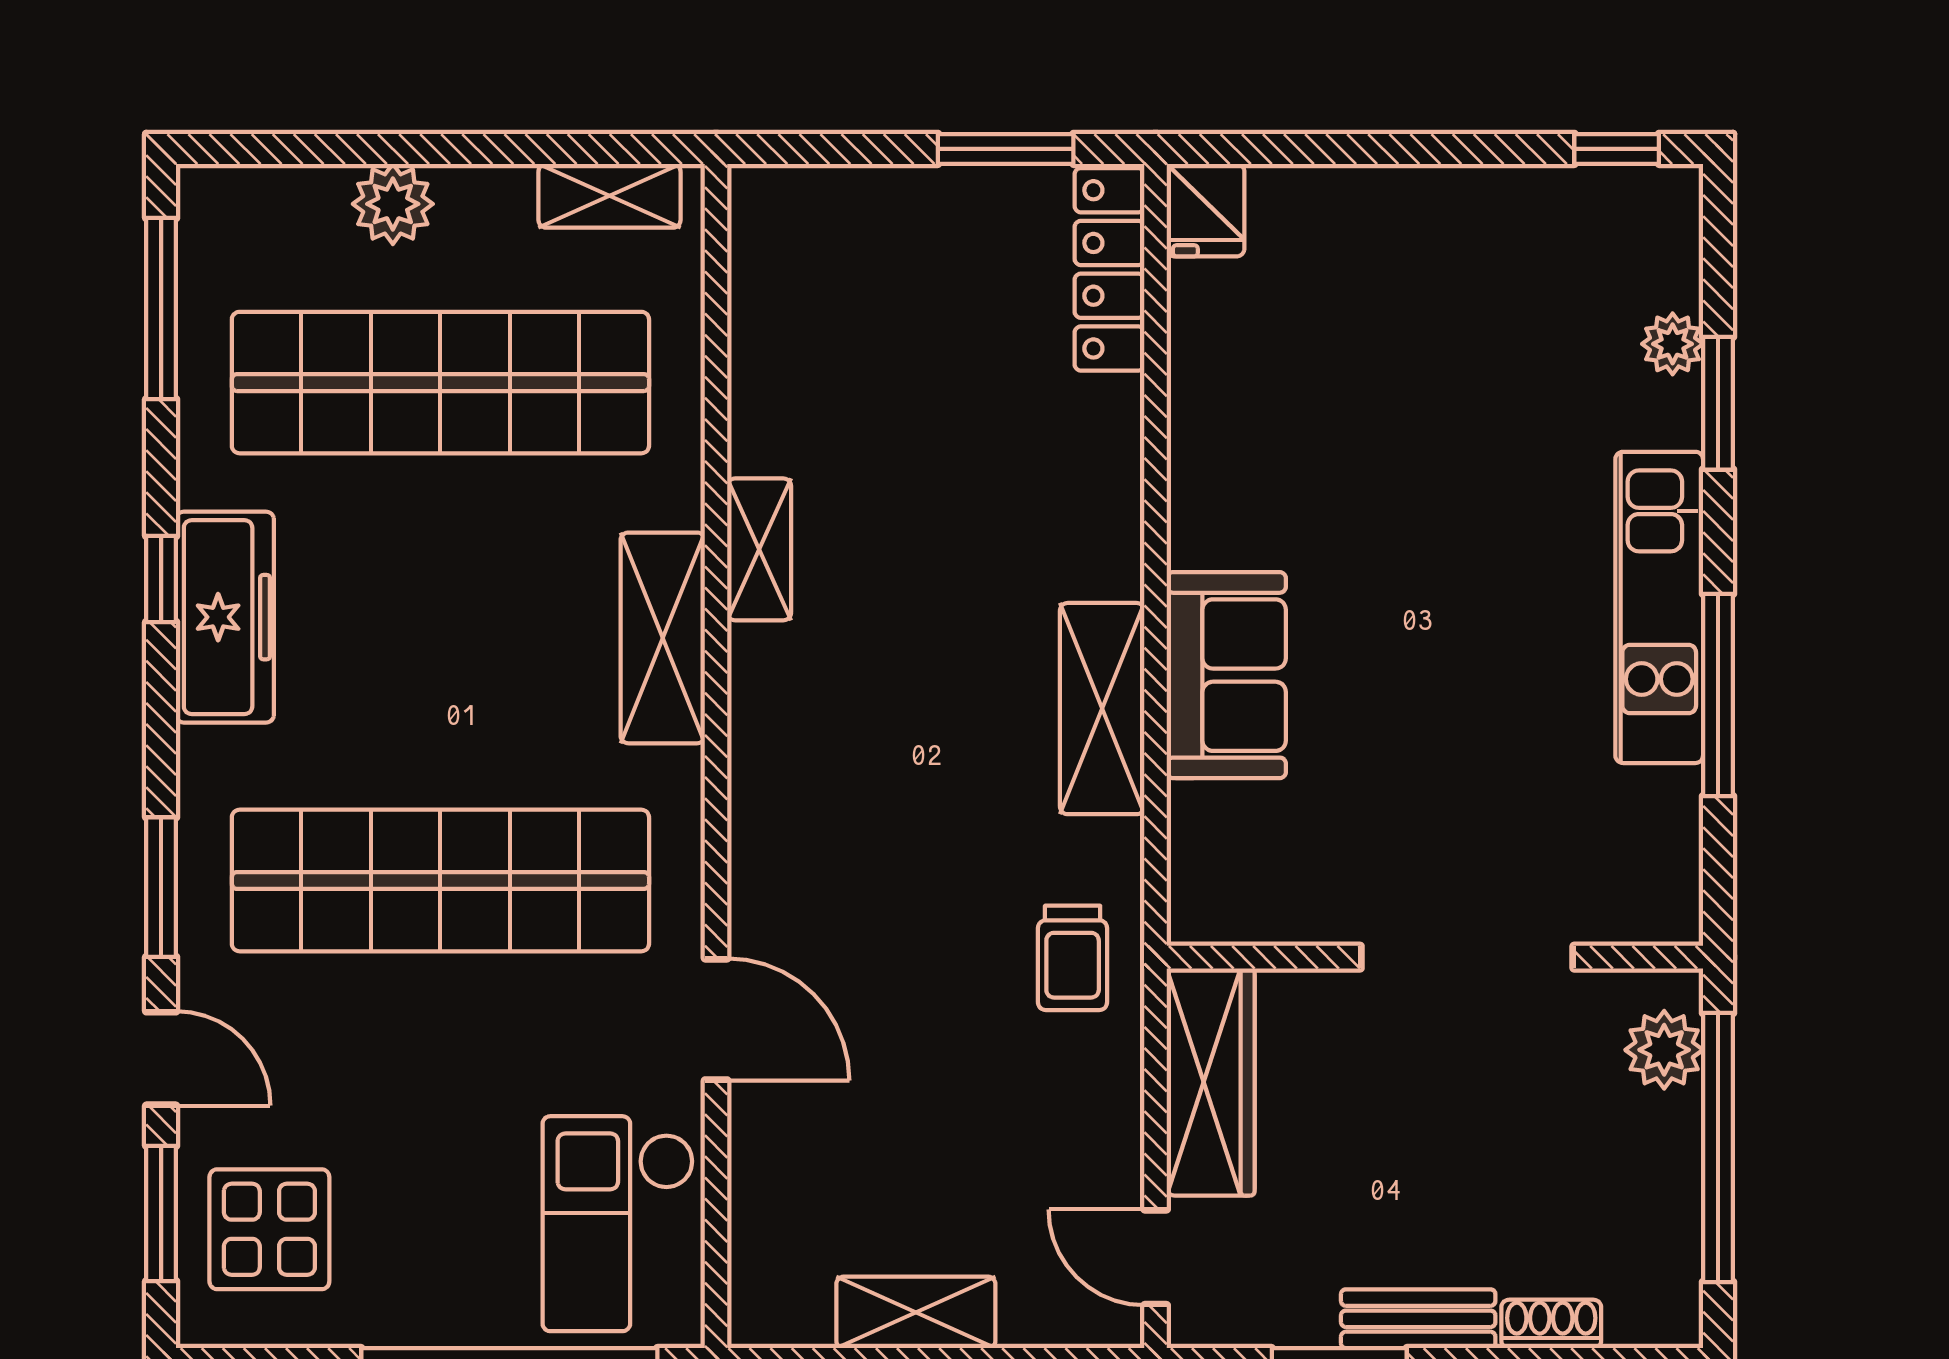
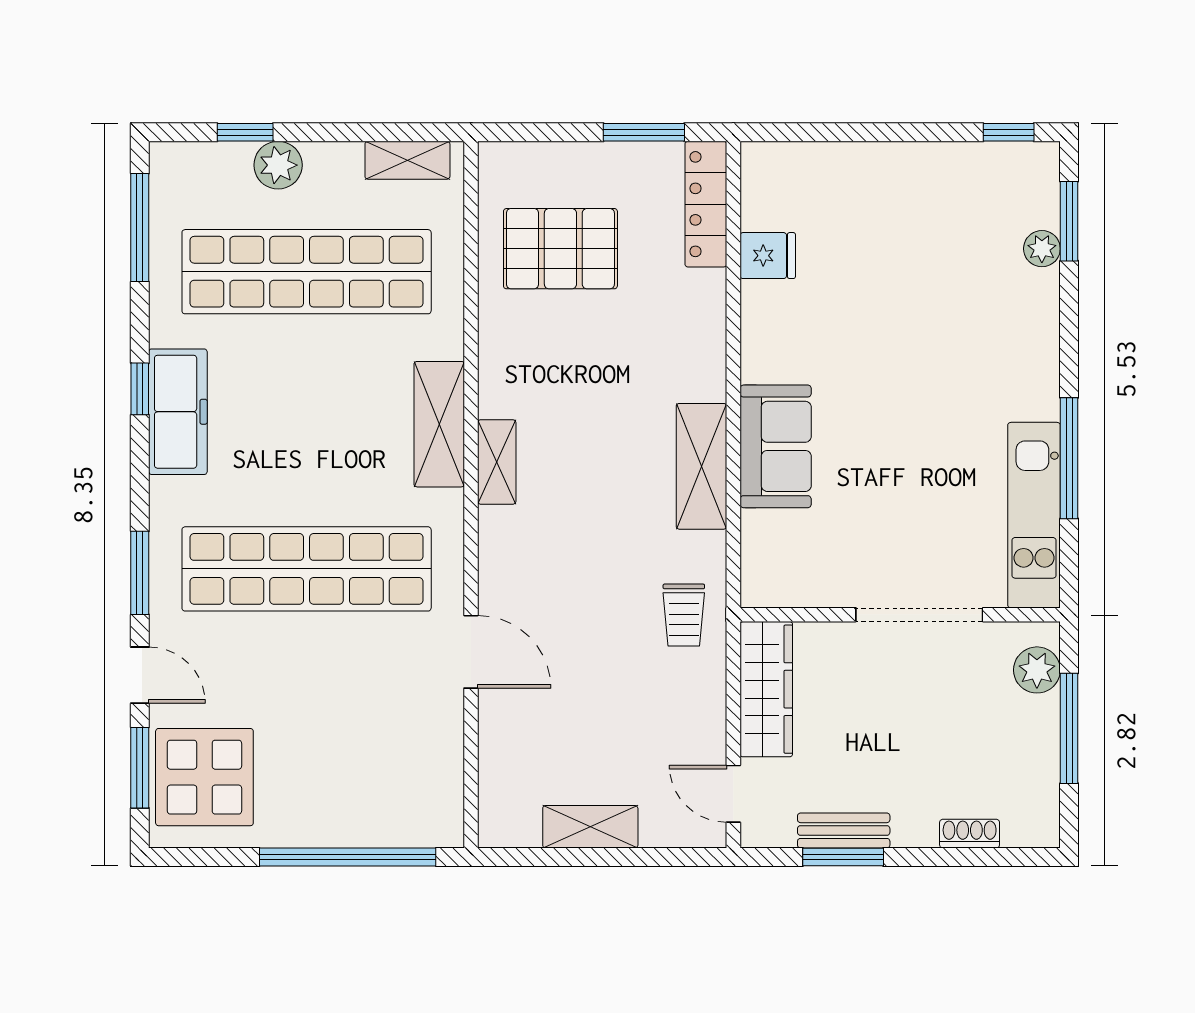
window: (338, 149) -> (245, 132), added
fridge: (1206, 210) -> (768, 256), moved, turned -90
pallet: (866, 344) -> (560, 249), added
window: (1718, 403) -> (1069, 221), moved
shelving: (759, 549) -> (497, 462), moved
kitchen unit: (1659, 607) -> (1034, 515), moved
window: (1718, 1148) -> (1069, 728), width x0.68
checkout: (618, 1224) -> (413, 774), removed
display table: (269, 1229) -> (204, 777), width x1.36, depth x1.36
bench: (1418, 1319) -> (844, 831), moved

